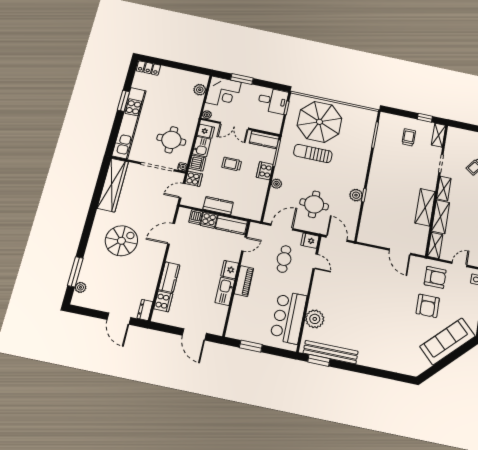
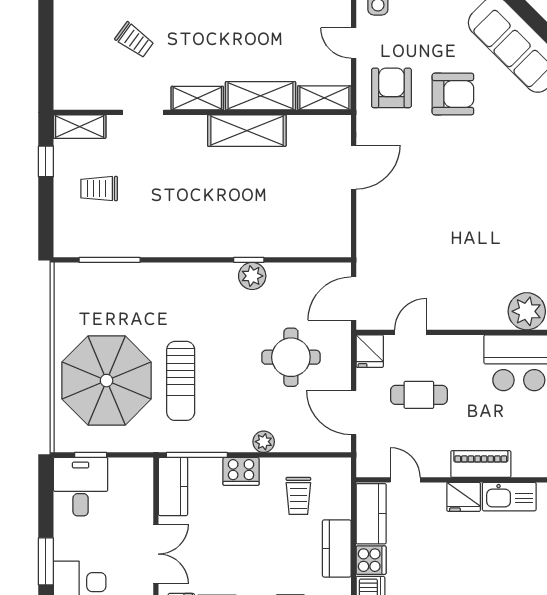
trolley: (232, 164) -> (298, 496), moved

